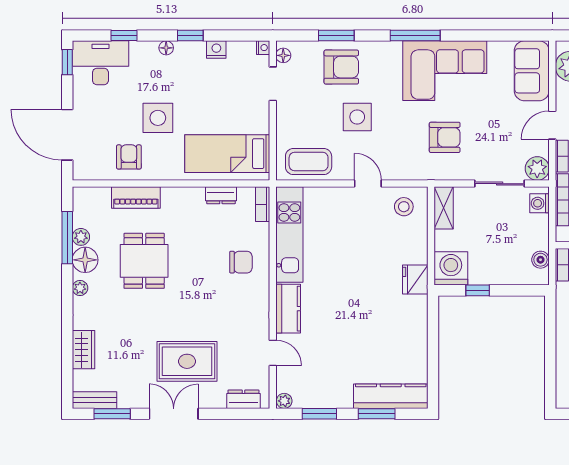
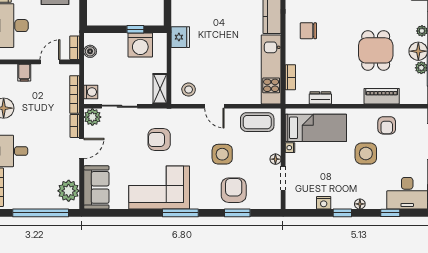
nightstand: (263, 48) -> (290, 148), moved
floor lamp: (283, 55) -> (275, 159), moved
armchair: (341, 67) -> (234, 190), turned 90
bookcase: (263, 204) -> (290, 77), moved
chair: (241, 262) -> (308, 31), moved
washing machine: (451, 268) -> (140, 45), moved

